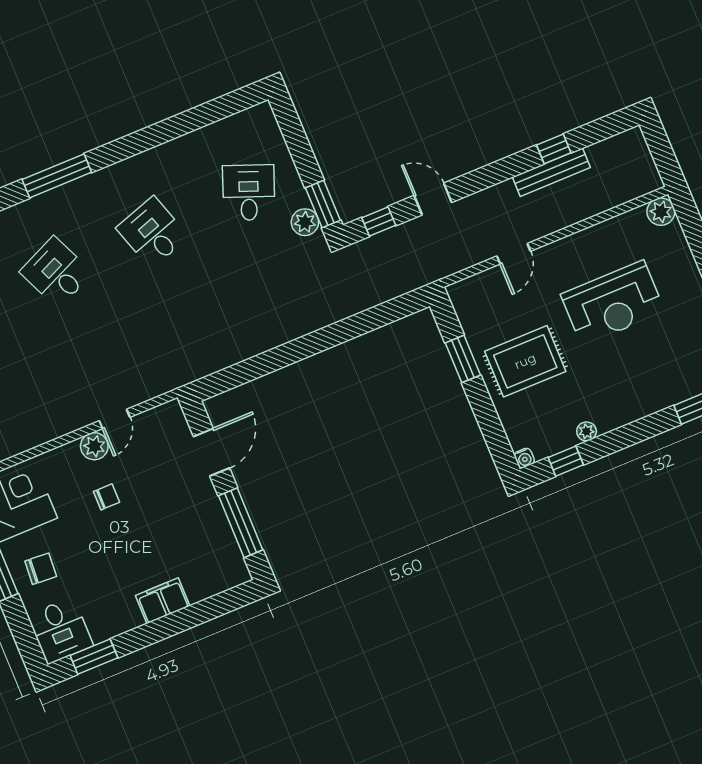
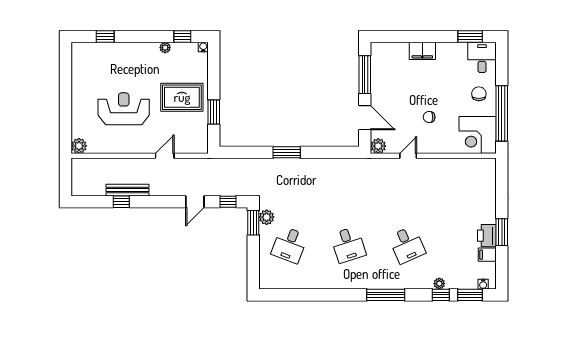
door: (433, 199) -> (195, 202), hinge flipped
window: (316, 342) -> (287, 152), added
plant: (94, 446) -> (378, 146), moved
door: (211, 452) -> (365, 118), swing flipped
chair: (41, 569) -> (479, 94), turned 86

